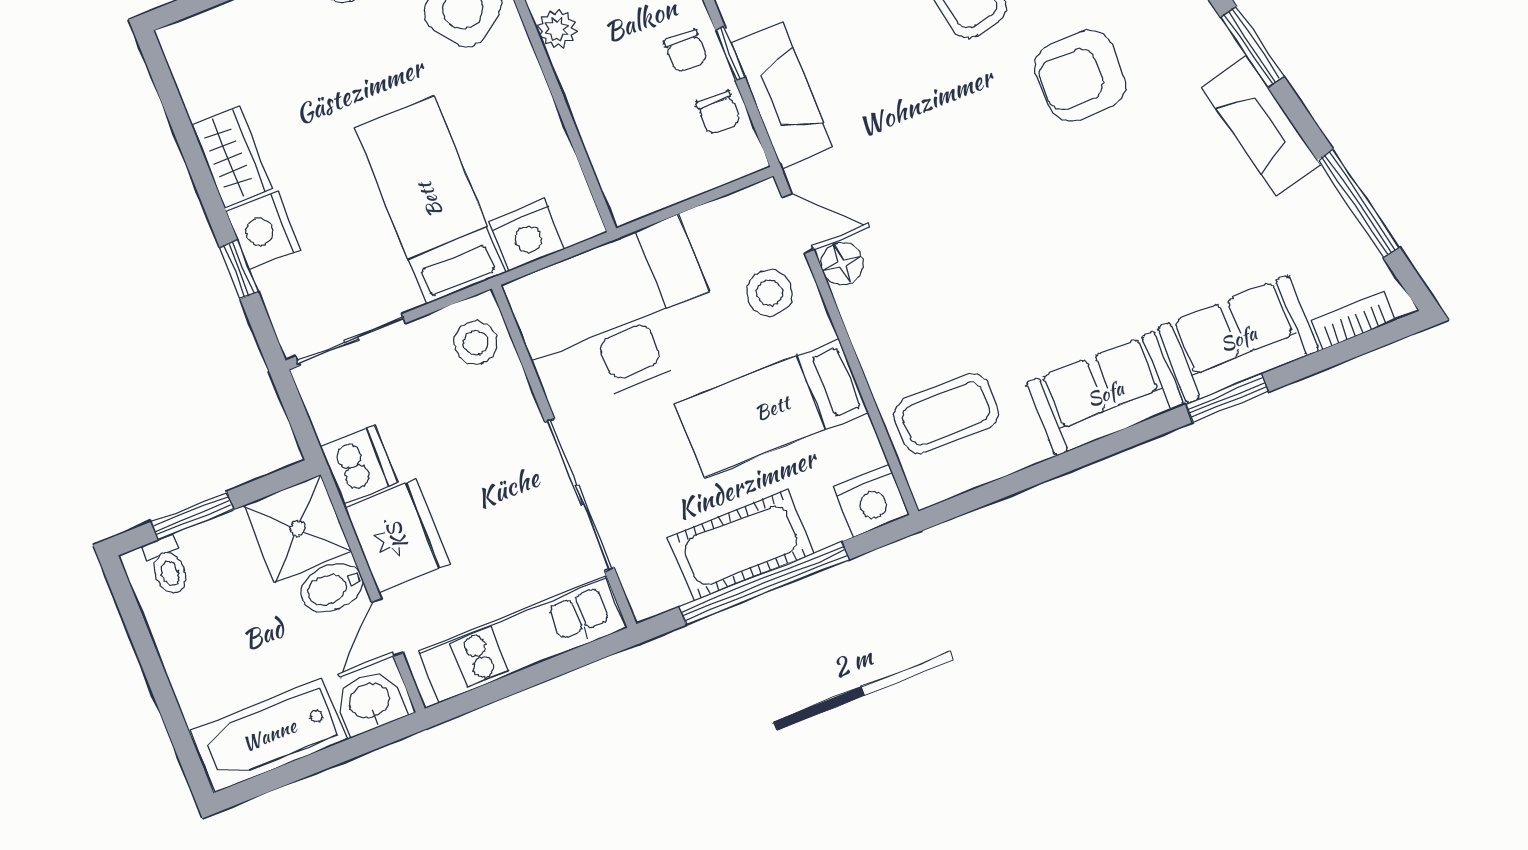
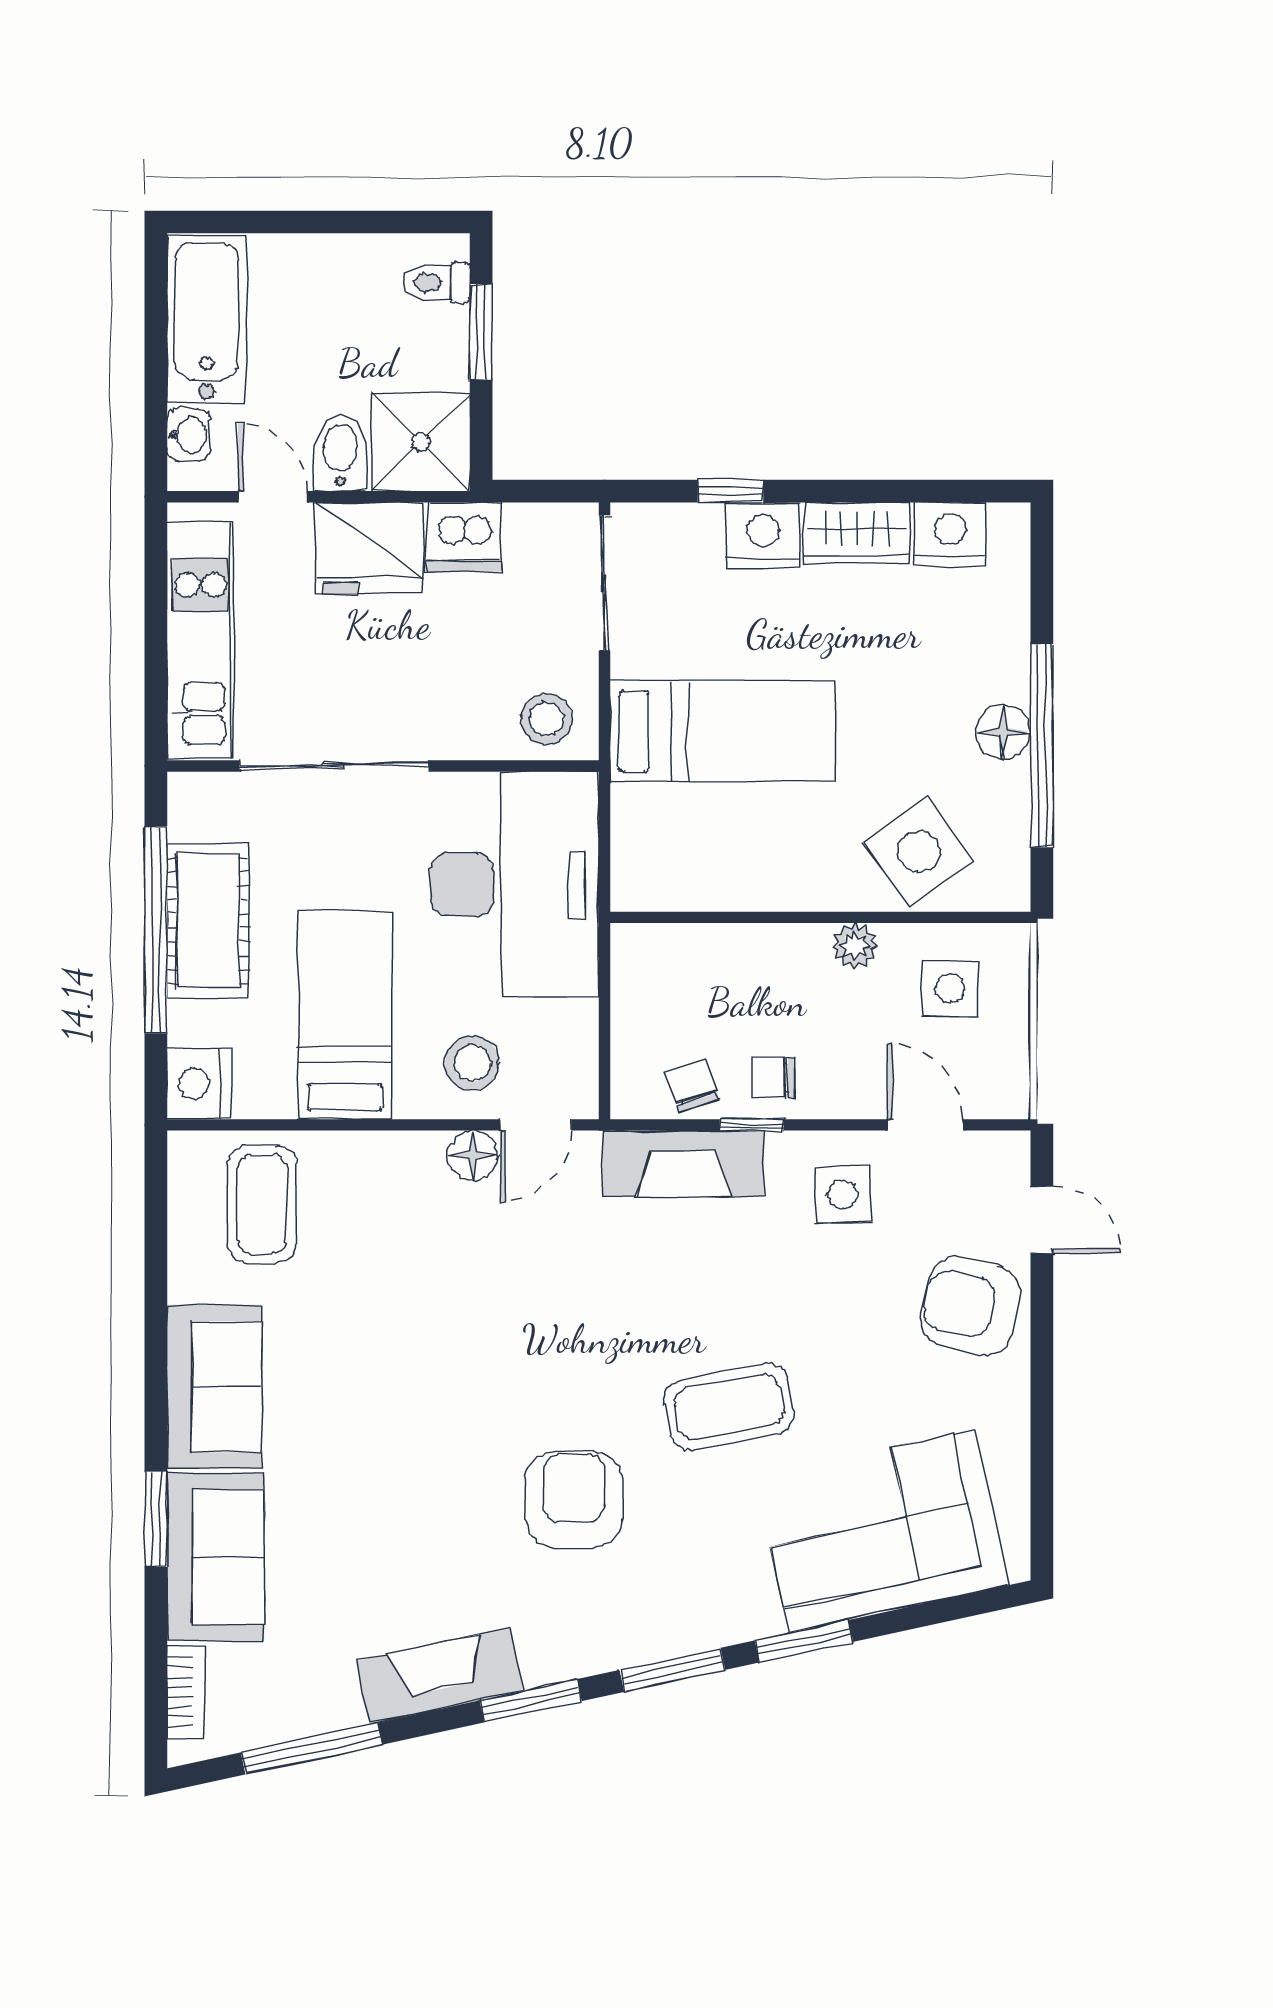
chair: (718, 113) -> (692, 1086), turned 71
nightstand: (527, 235) -> (950, 534), moved, turned 90
washbasin: (370, 702) -> (189, 435), width x0.72, depth x0.69

